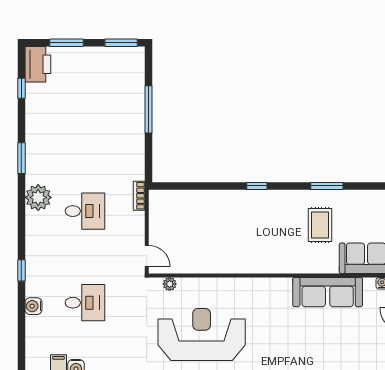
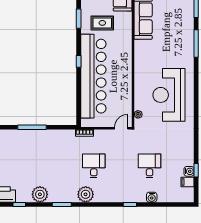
plant: (38, 122) -> (40, 194), added
bar counter: (233, 210) -> (93, 76), added

